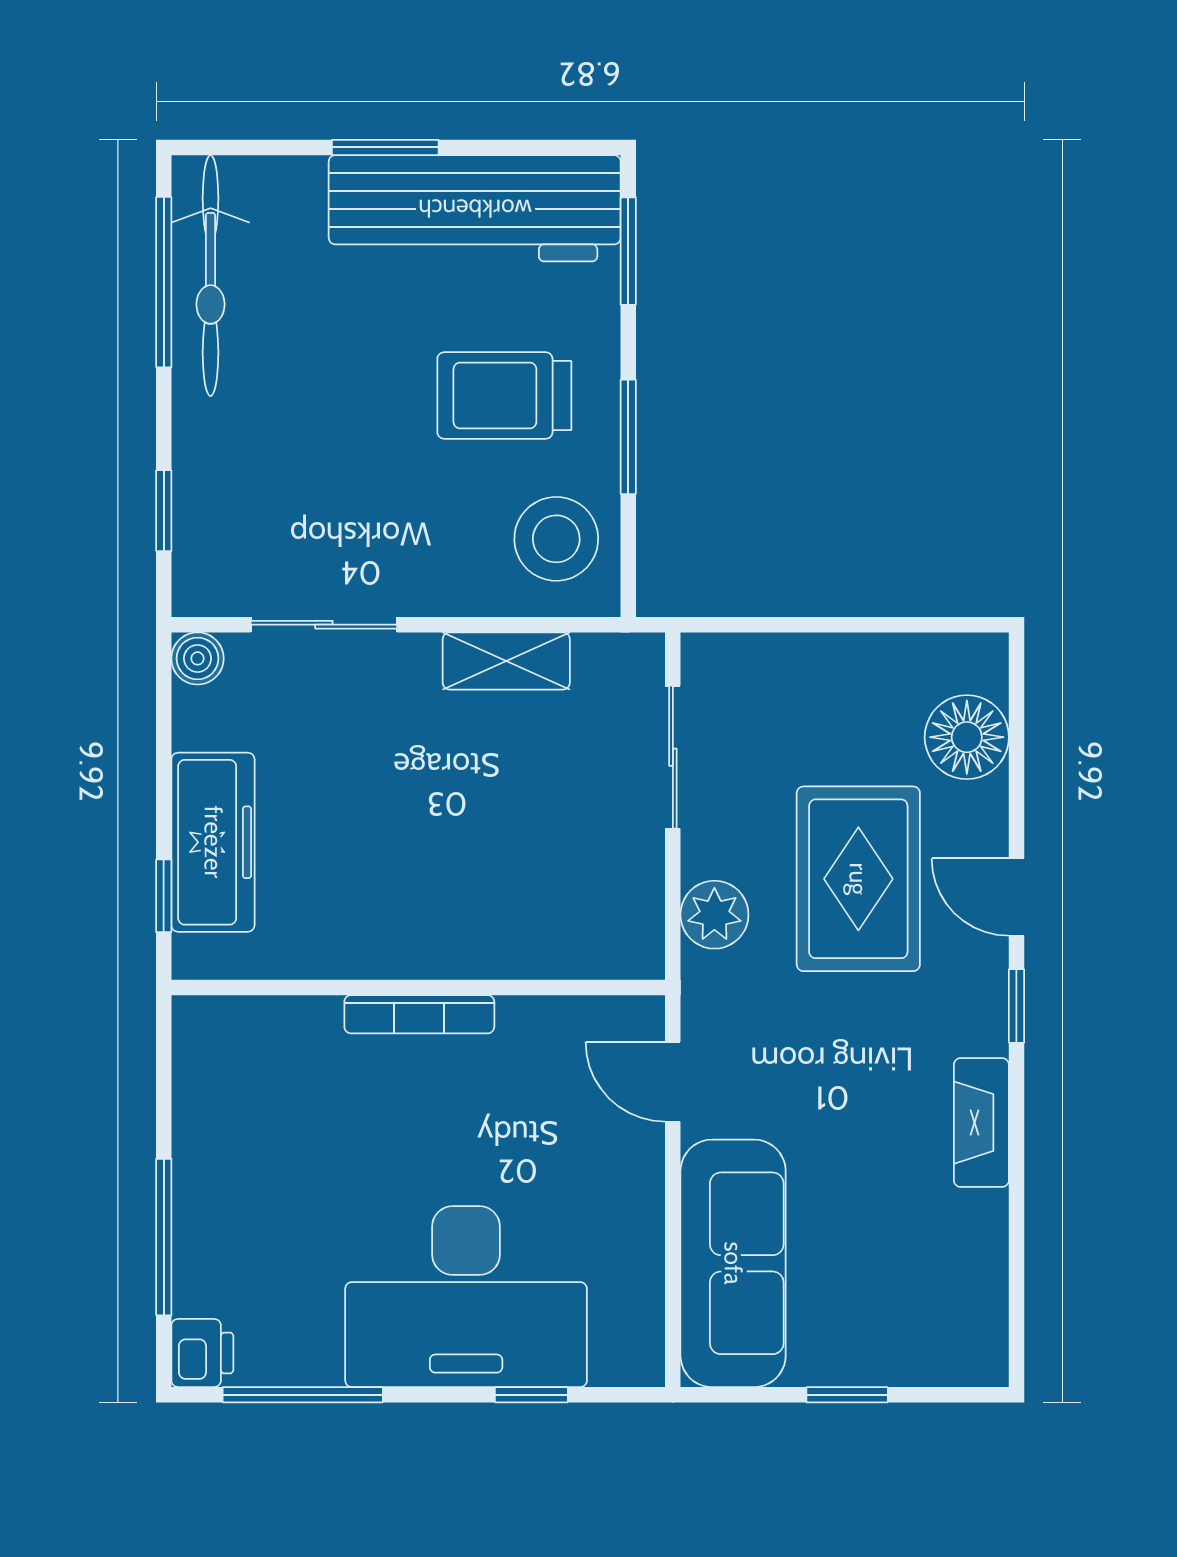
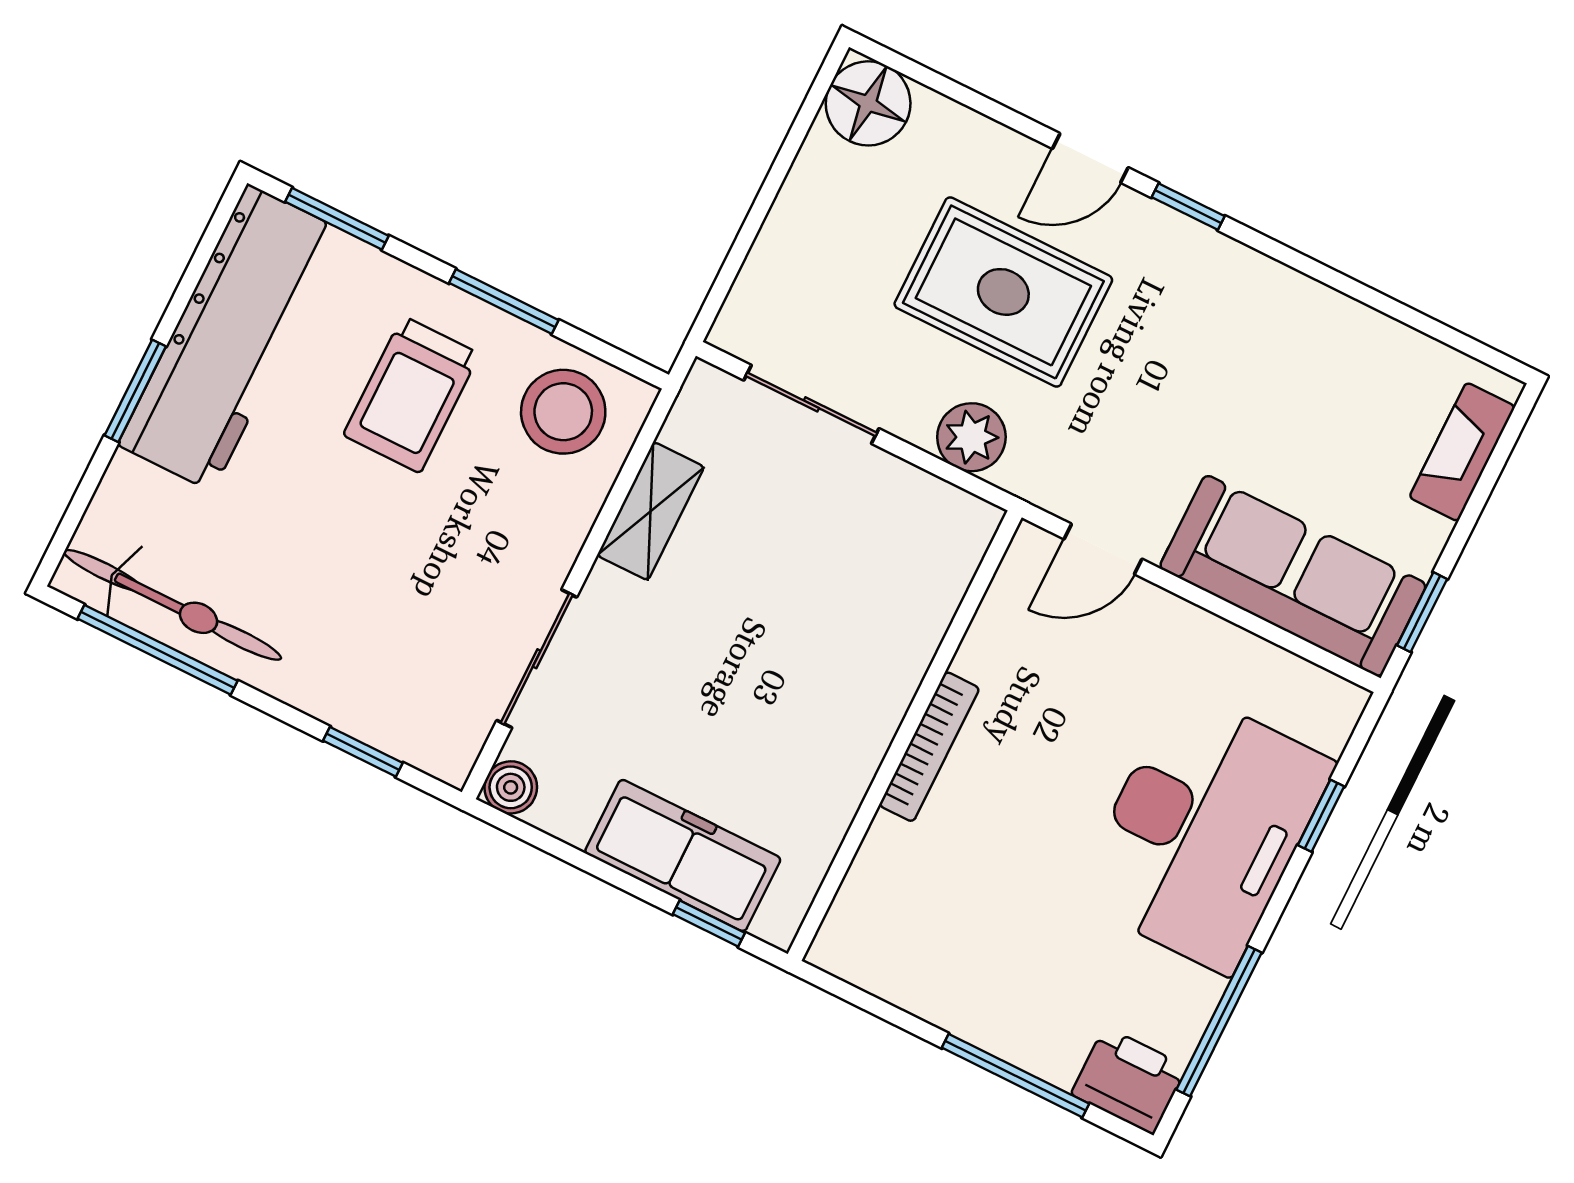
floor lamp: (967, 737) -> (868, 103), moved
fireplace: (981, 1123) -> (1462, 452), moved, turned 90
printer: (202, 1353) -> (1129, 1081), width x1.36, depth x1.24
window: (847, 1395) -> (1422, 612), moved

